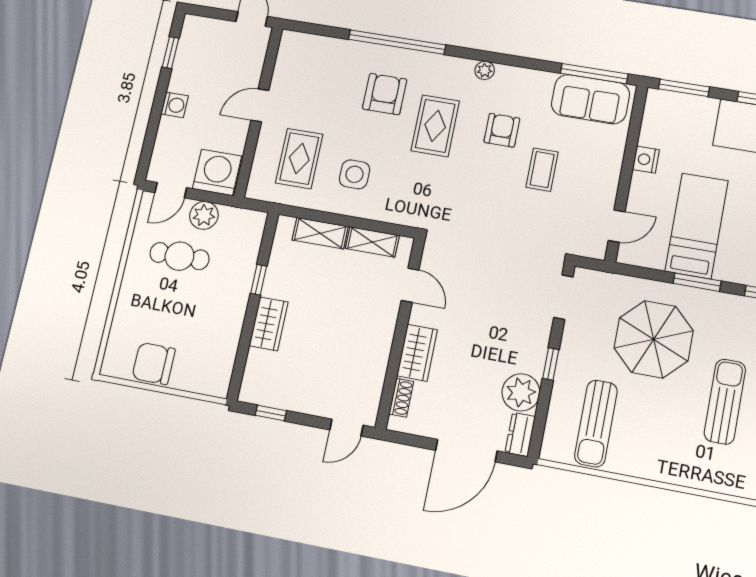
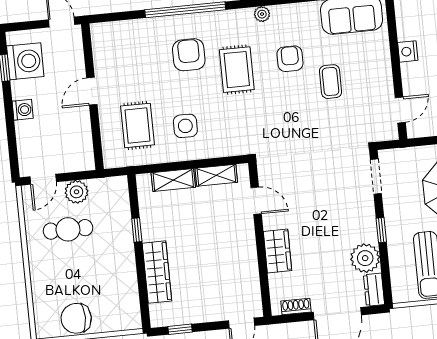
washing machine: (217, 172) -> (25, 61), moved, turned 90
wardrobe: (269, 324) -> (157, 272), width x1.50
shoe rack: (401, 398) -> (296, 306), moved, turned -90

